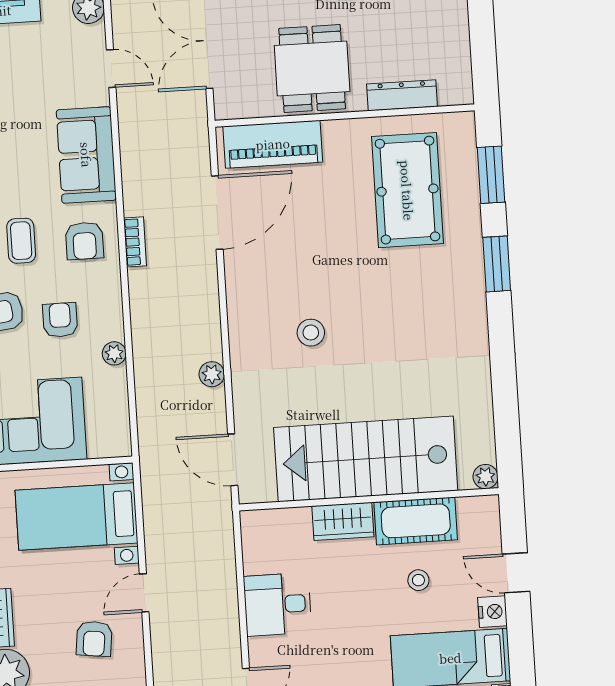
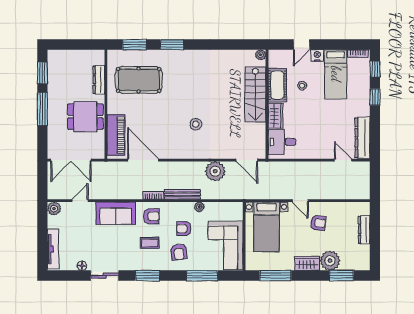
bench: (141, 312) -> (182, 194), added
plant: (212, 374) -> (215, 171), width x1.88, depth x1.88
stairs: (366, 459) -> (255, 94), width x0.73, depth x0.66
door: (233, 460) -> (247, 160), hinge flipped
desk: (278, 604) -> (282, 142), moved, turned 90

